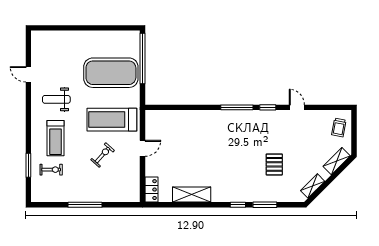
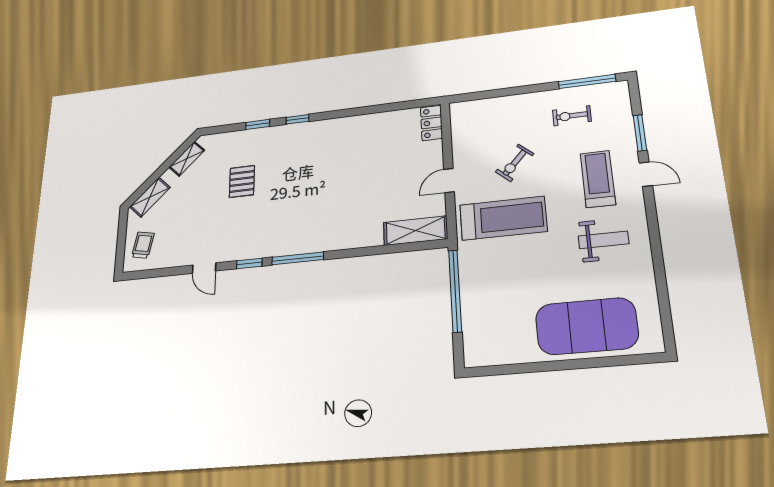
window: (142, 59) -> (455, 291), moved
exercise mat: (111, 73) -> (587, 326), moved
door: (28, 74) -> (646, 174), moved
exercise bike: (51, 170) -> (572, 116), moved
shelving: (192, 195) -> (415, 231), moved
window: (85, 205) -> (587, 81), moved
window: (265, 205) -> (258, 124), width x0.67

